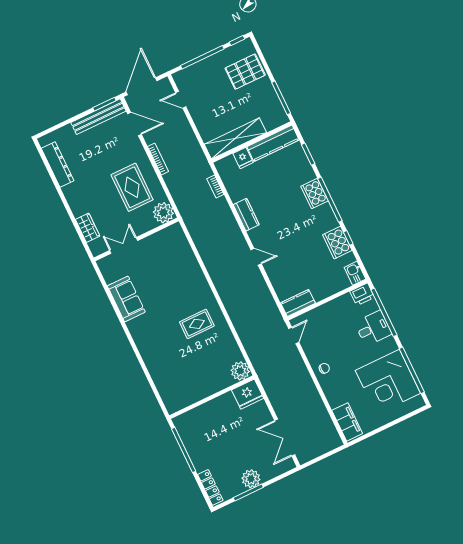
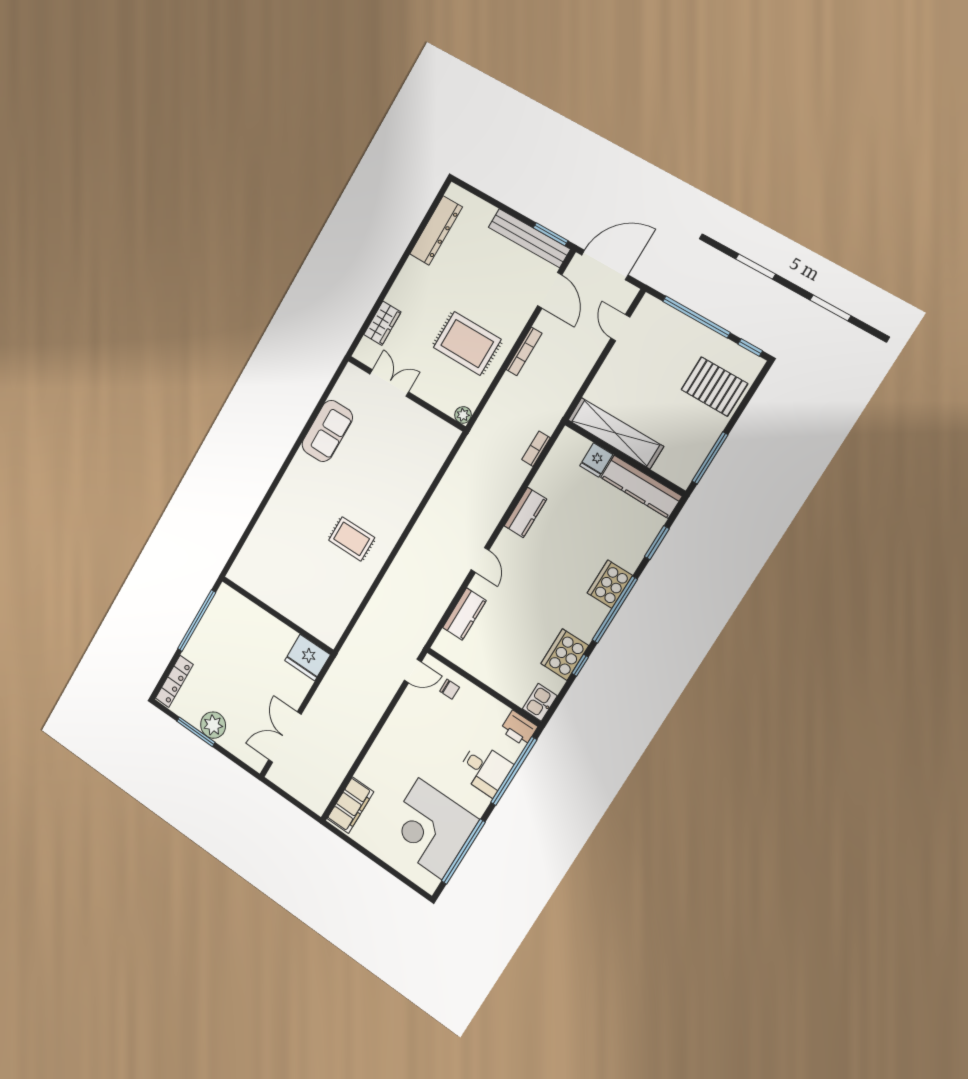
rug: (132, 187) -> (467, 343), turned 90
plant: (163, 213) -> (463, 415), width x0.53, depth x0.53
kitchen counter: (298, 303) -> (464, 614), moved, turned 90
chair: (324, 368) -> (450, 689), moved
plant: (240, 371) -> (329, 631), removed

